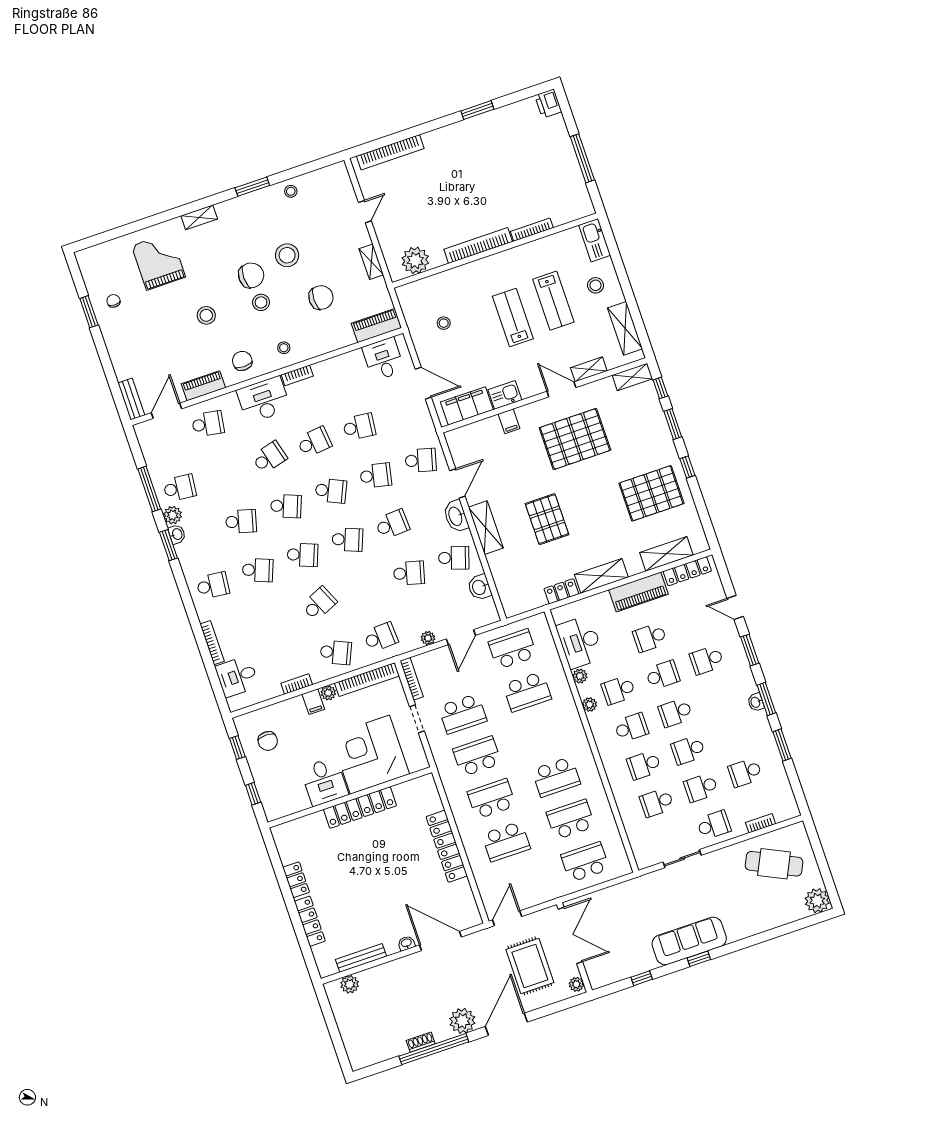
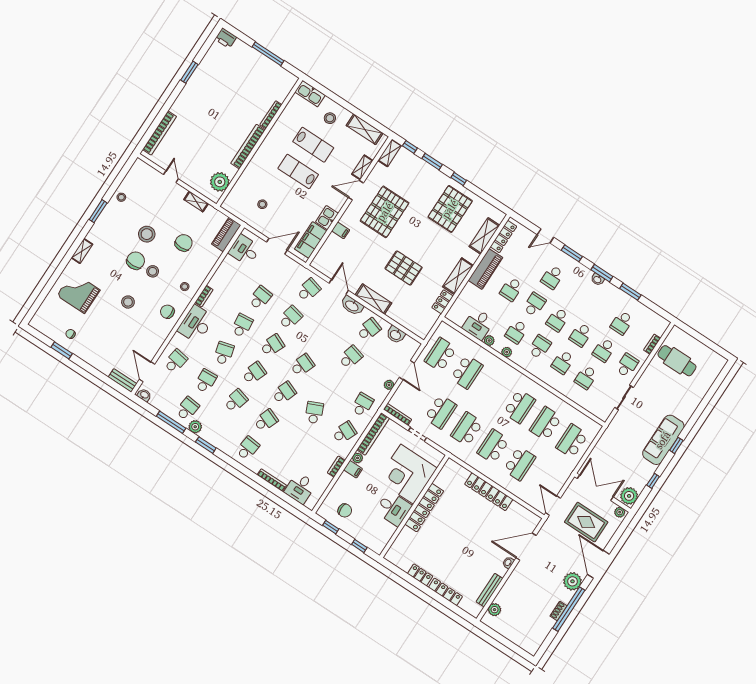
piano: (203, 386) -> (157, 342), removed
school desk: (392, 524) -> (206, 381), moved
washbasin: (177, 534) -> (144, 395), moved
desk: (580, 642) -> (478, 324), width x0.73
cafe table: (774, 864) -> (677, 361), turned 64
plant: (817, 901) -> (629, 496), moved

